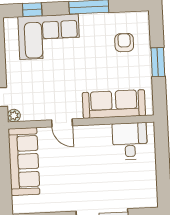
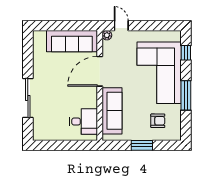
corner sofa: (49, 37) -> (159, 73), width x1.36, depth x1.36
door: (62, 123) -> (100, 71), width x1.87

